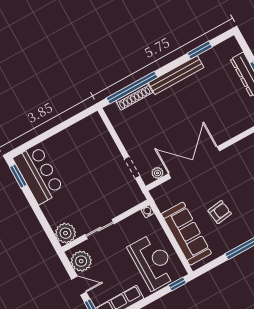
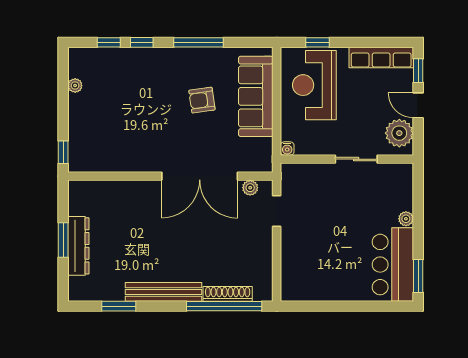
plant: (66, 233) -> (406, 219), moved, width x0.53, depth x0.53
window: (177, 284) -> (318, 42), moved

